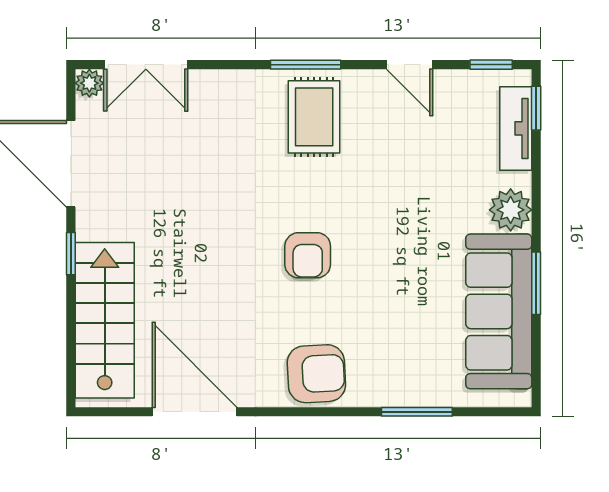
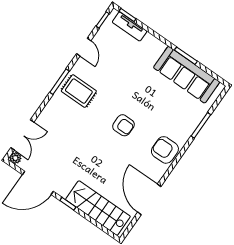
door: (410, 65) -> (84, 47), hinge flipped
plant: (511, 210) -> (155, 47), removed
armchair: (316, 374) -> (165, 150), turned -87
door: (194, 412) -> (149, 199), hinge flipped

